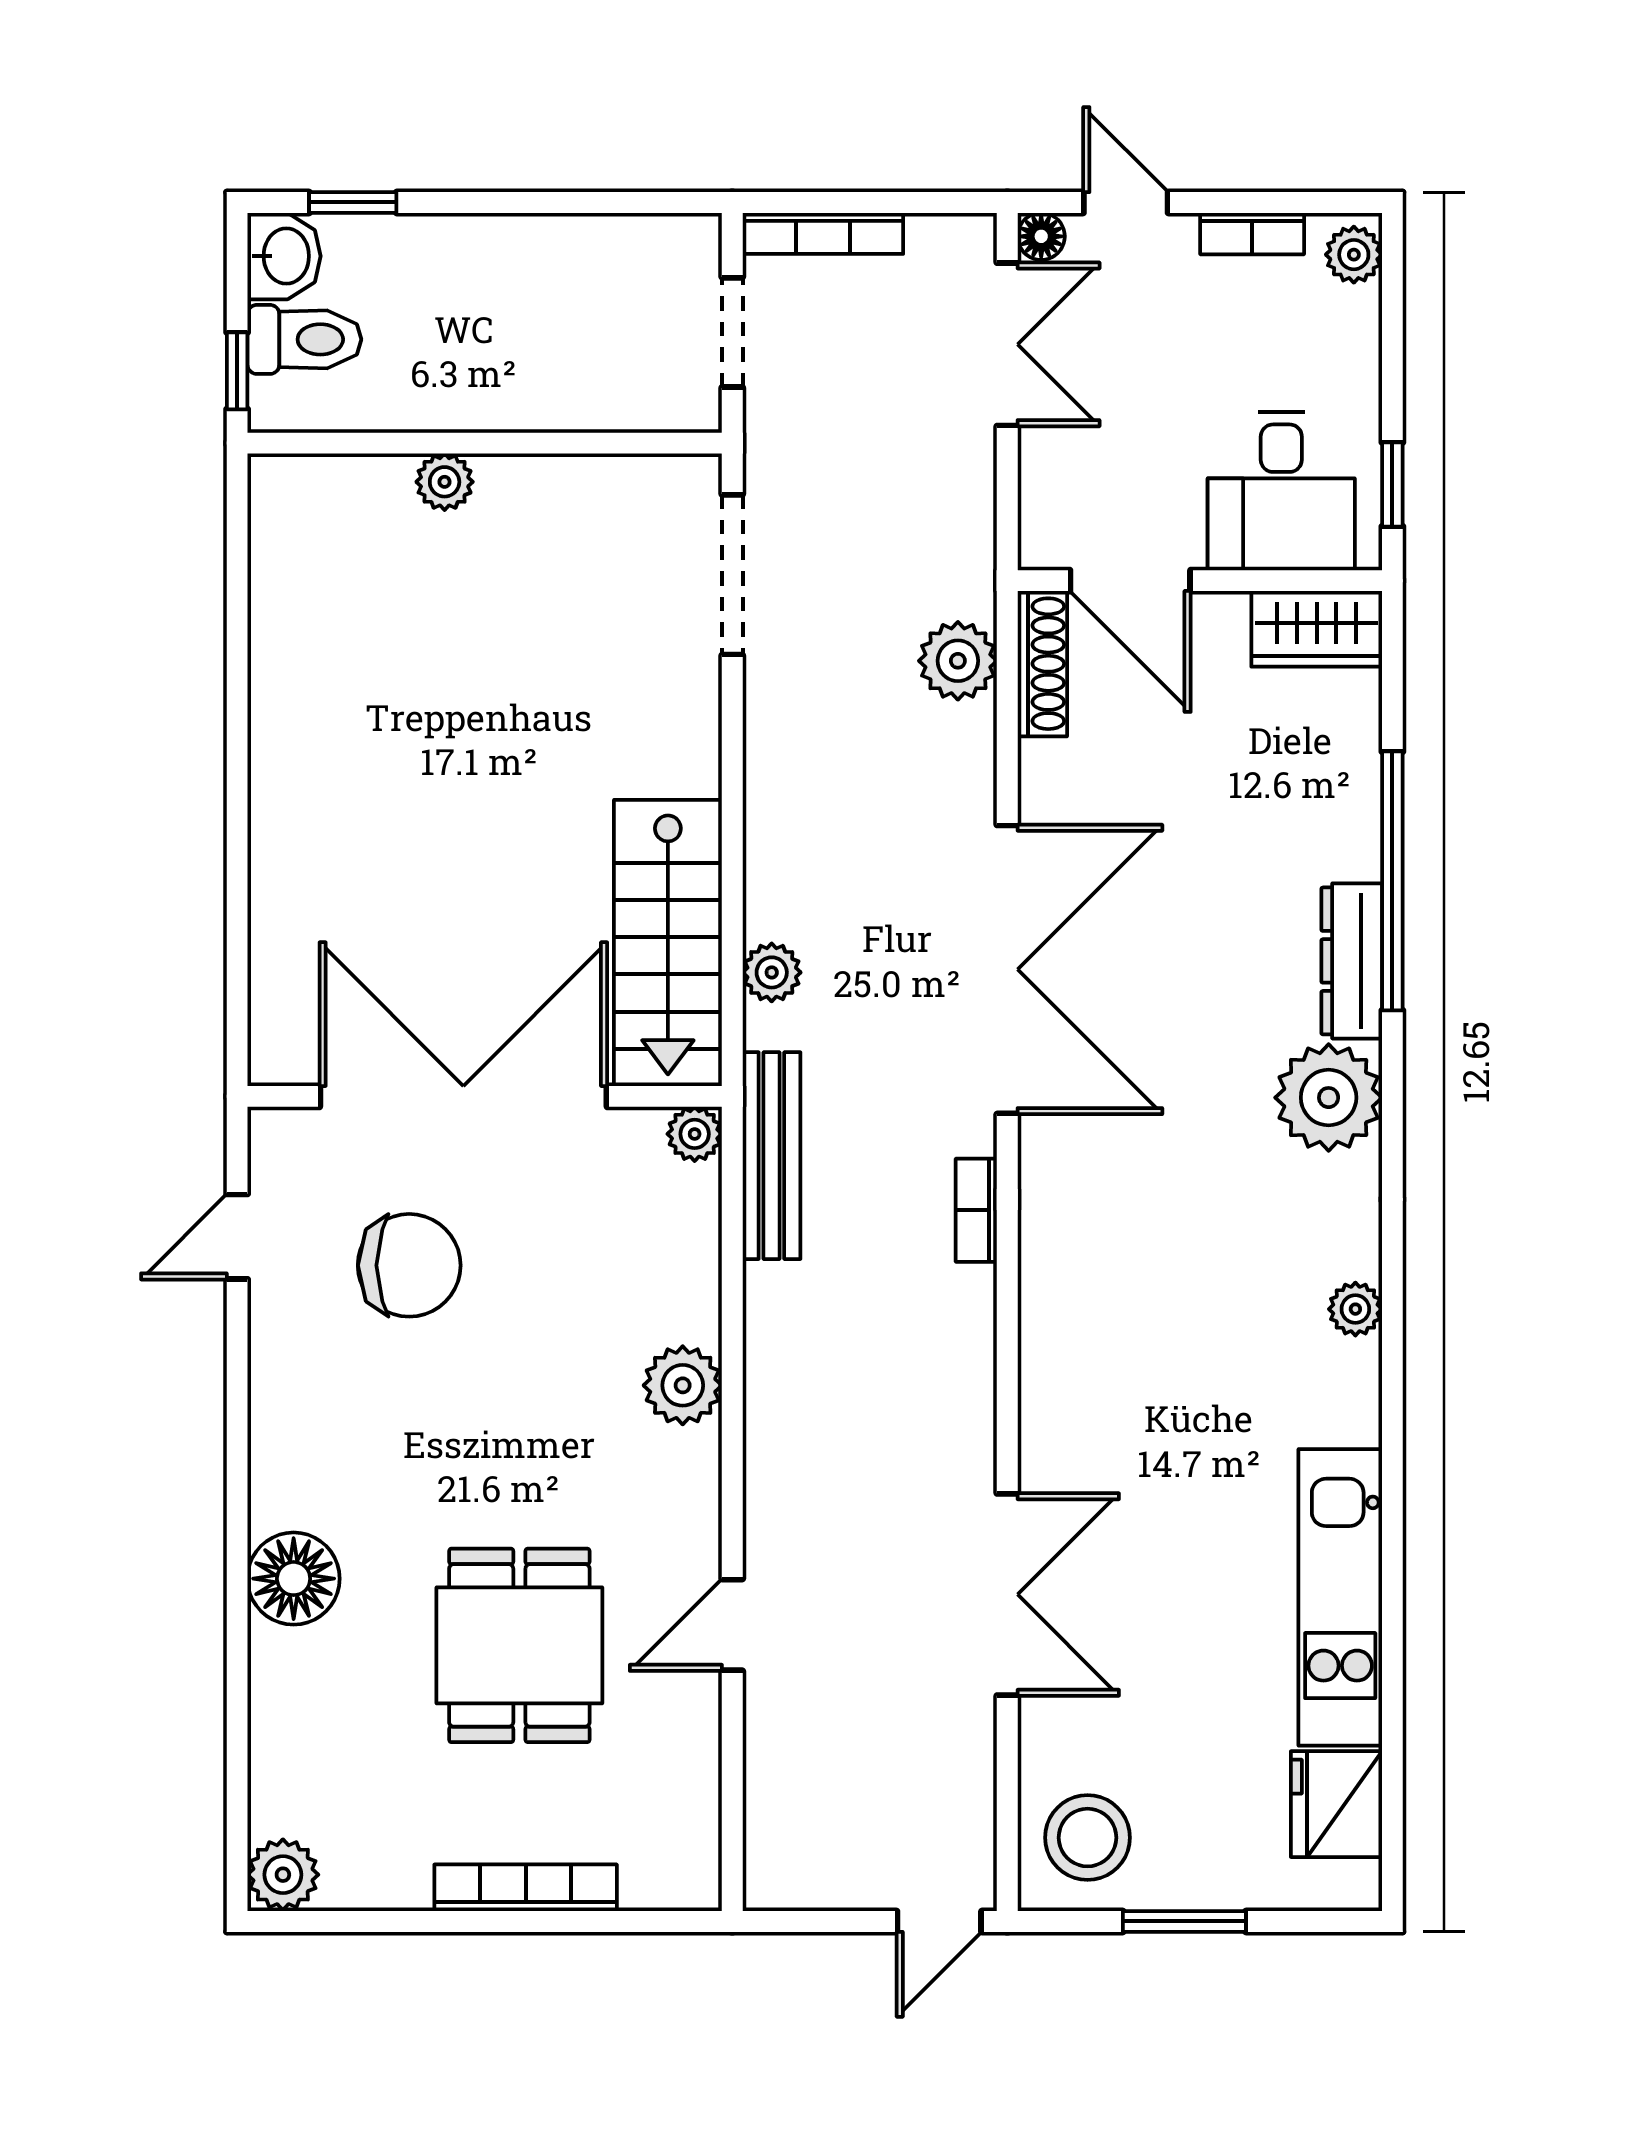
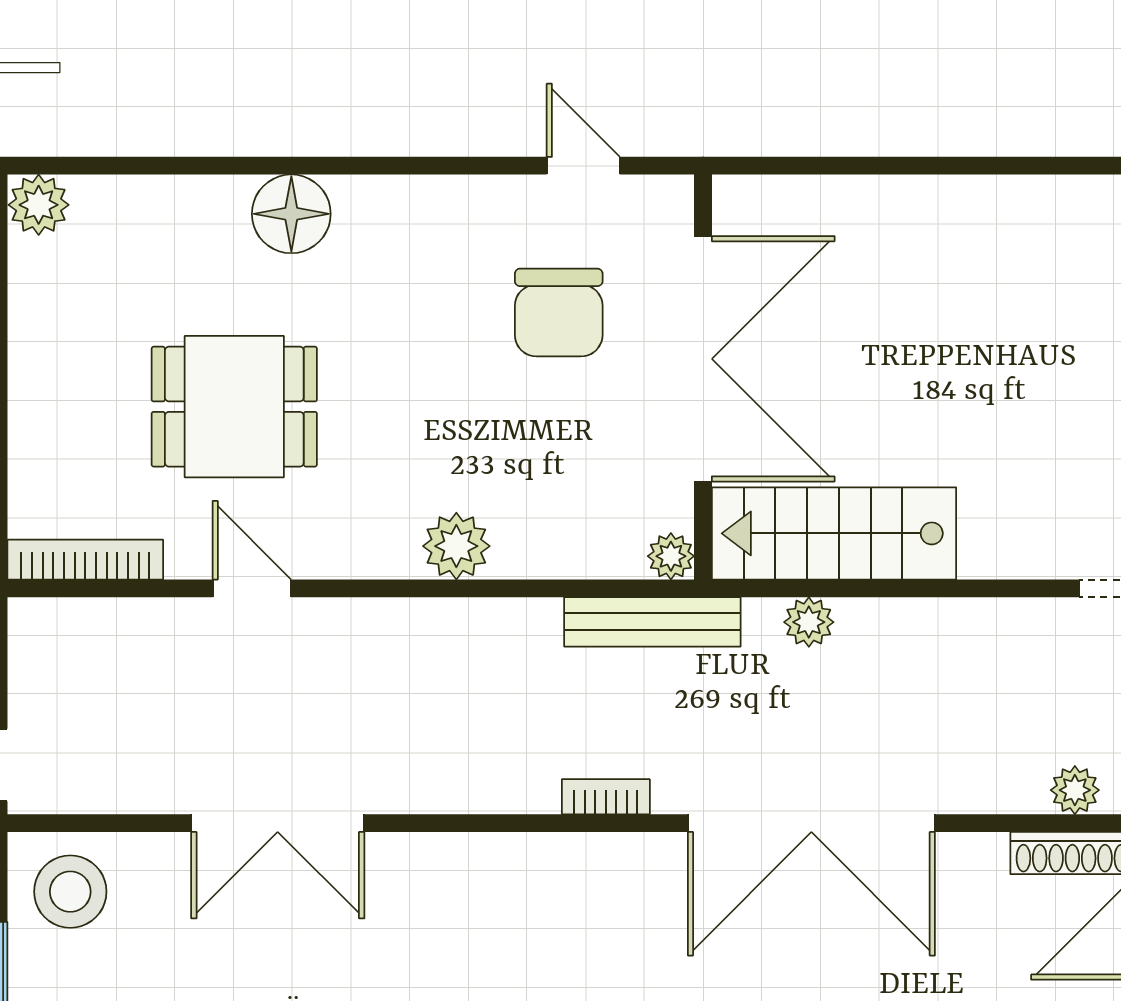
plant: (958, 661) -> (1075, 790), width x0.73, depth x0.73
bookcase: (526, 1888) -> (85, 560), moved, turned -90

